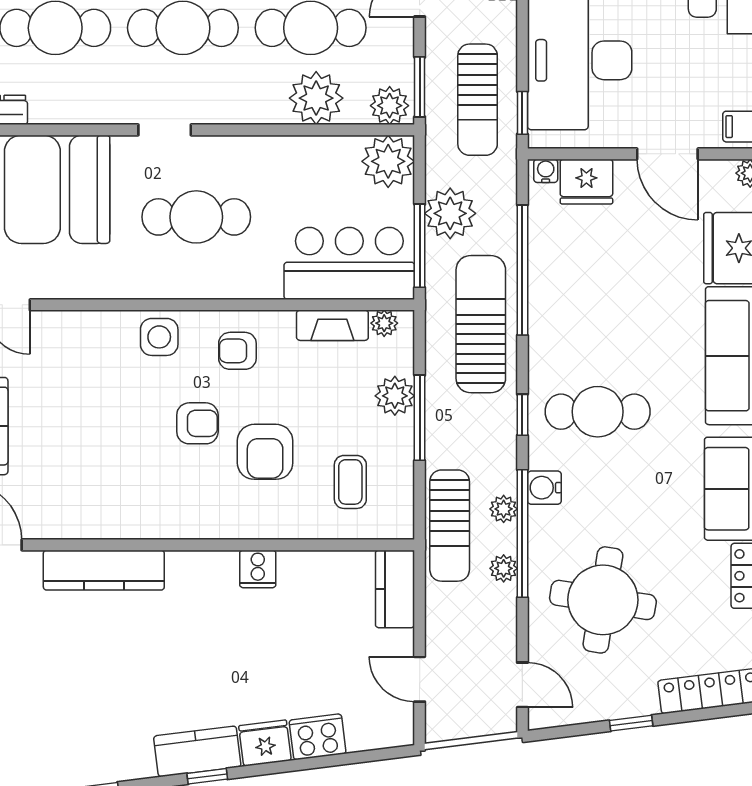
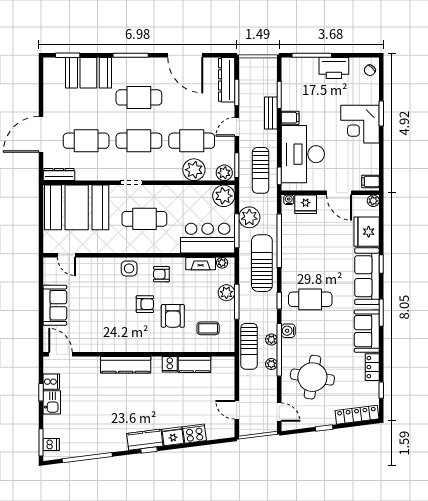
coffee table: (350, 482) -> (208, 328), turned 90
kitchen counter: (104, 570) -> (126, 365), moved
kitchen counter: (395, 589) -> (194, 365), moved, turned -90

